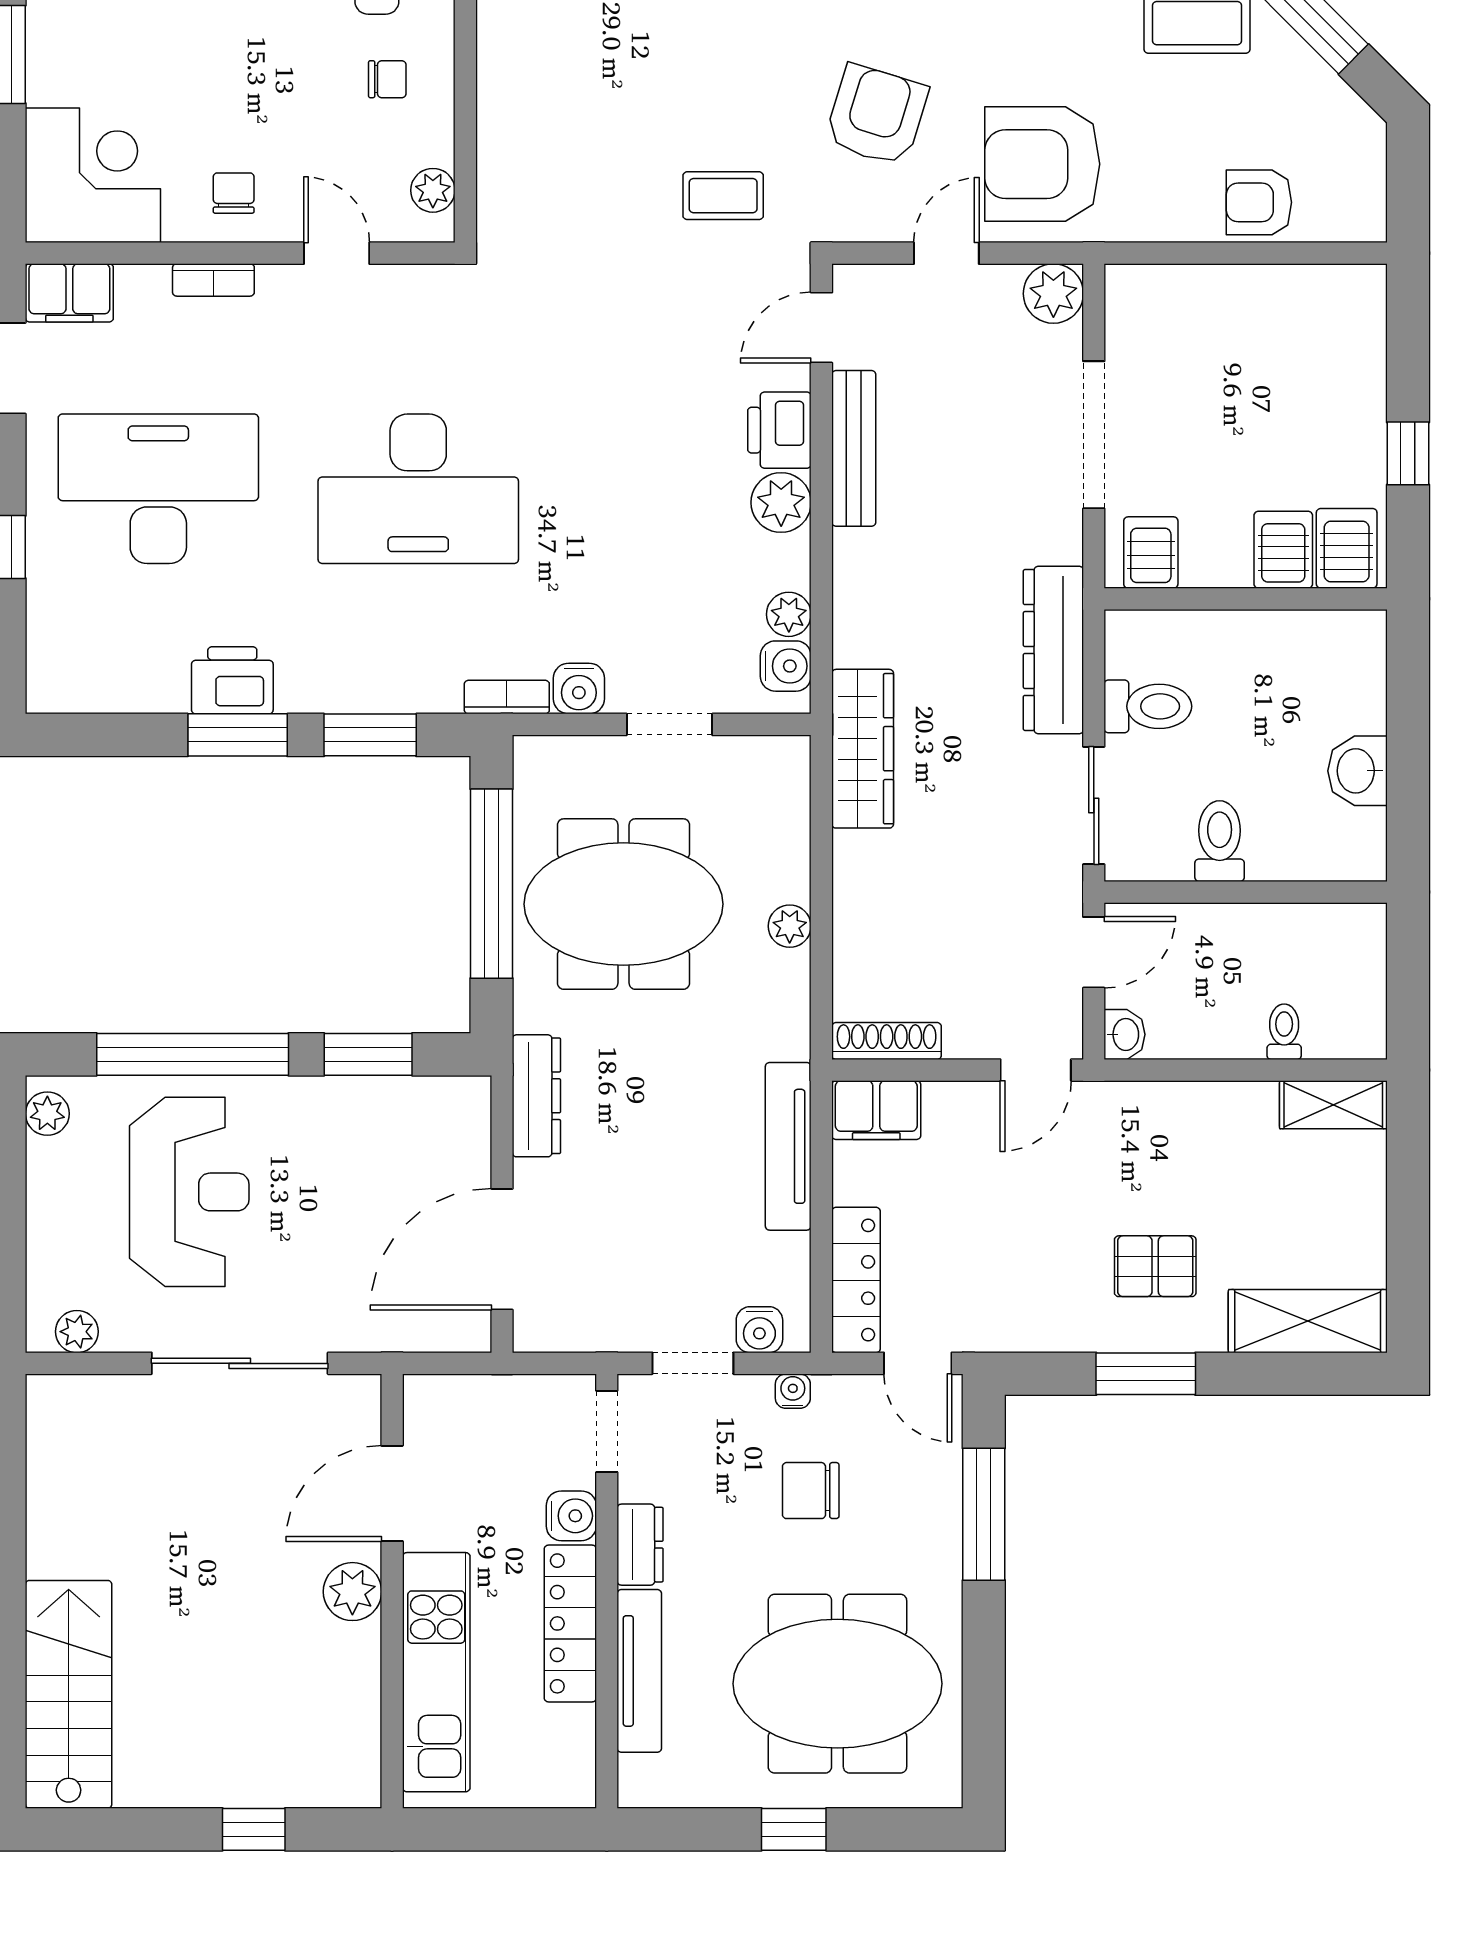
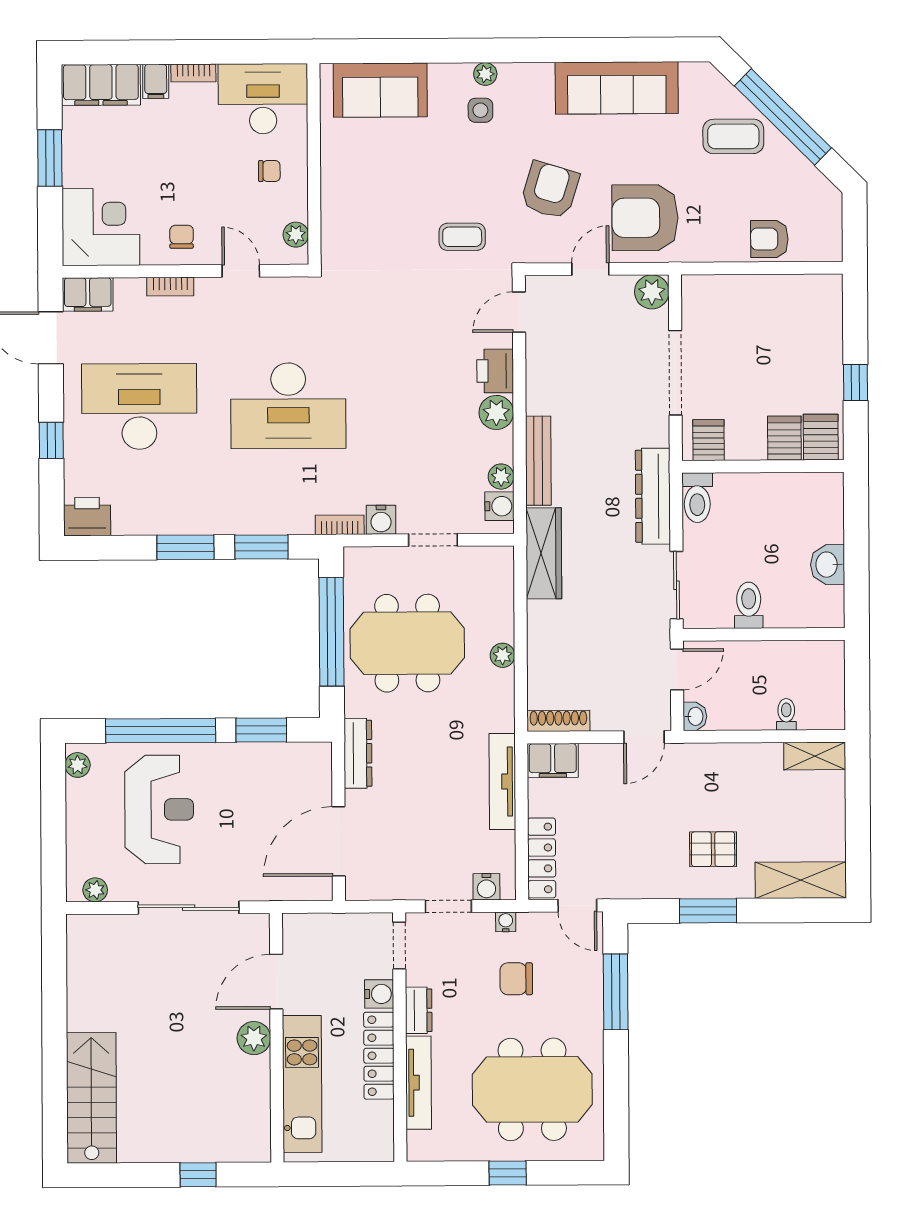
bench: (854, 448) -> (538, 461), moved
printer: (232, 680) -> (87, 517), moved
toilet: (1148, 706) -> (697, 498), moved, turned 90

